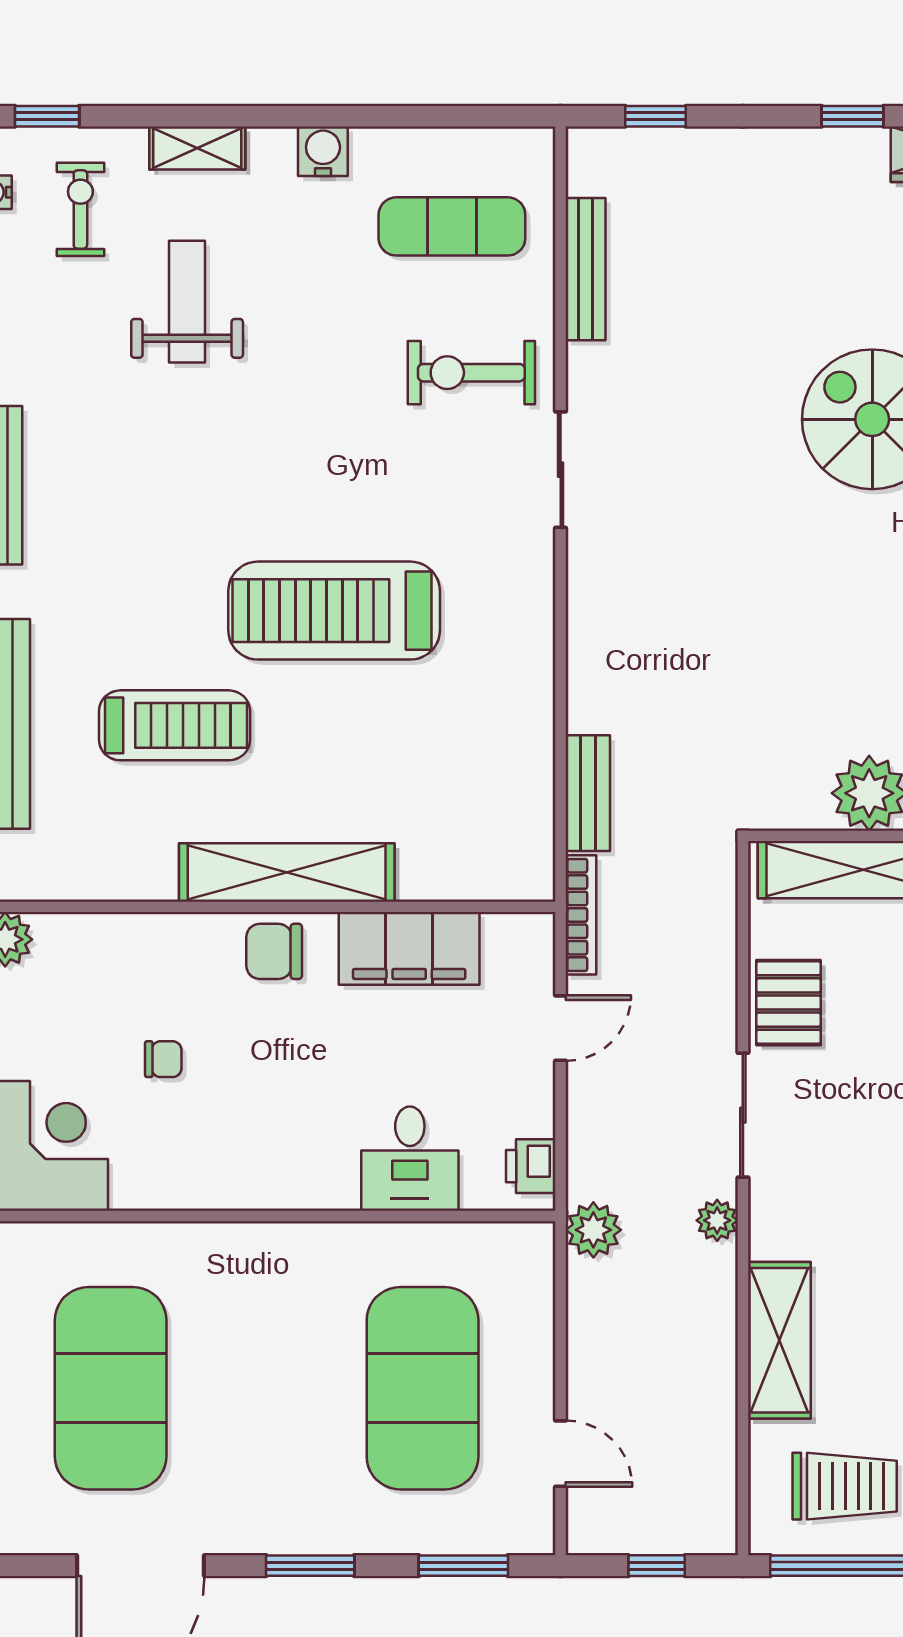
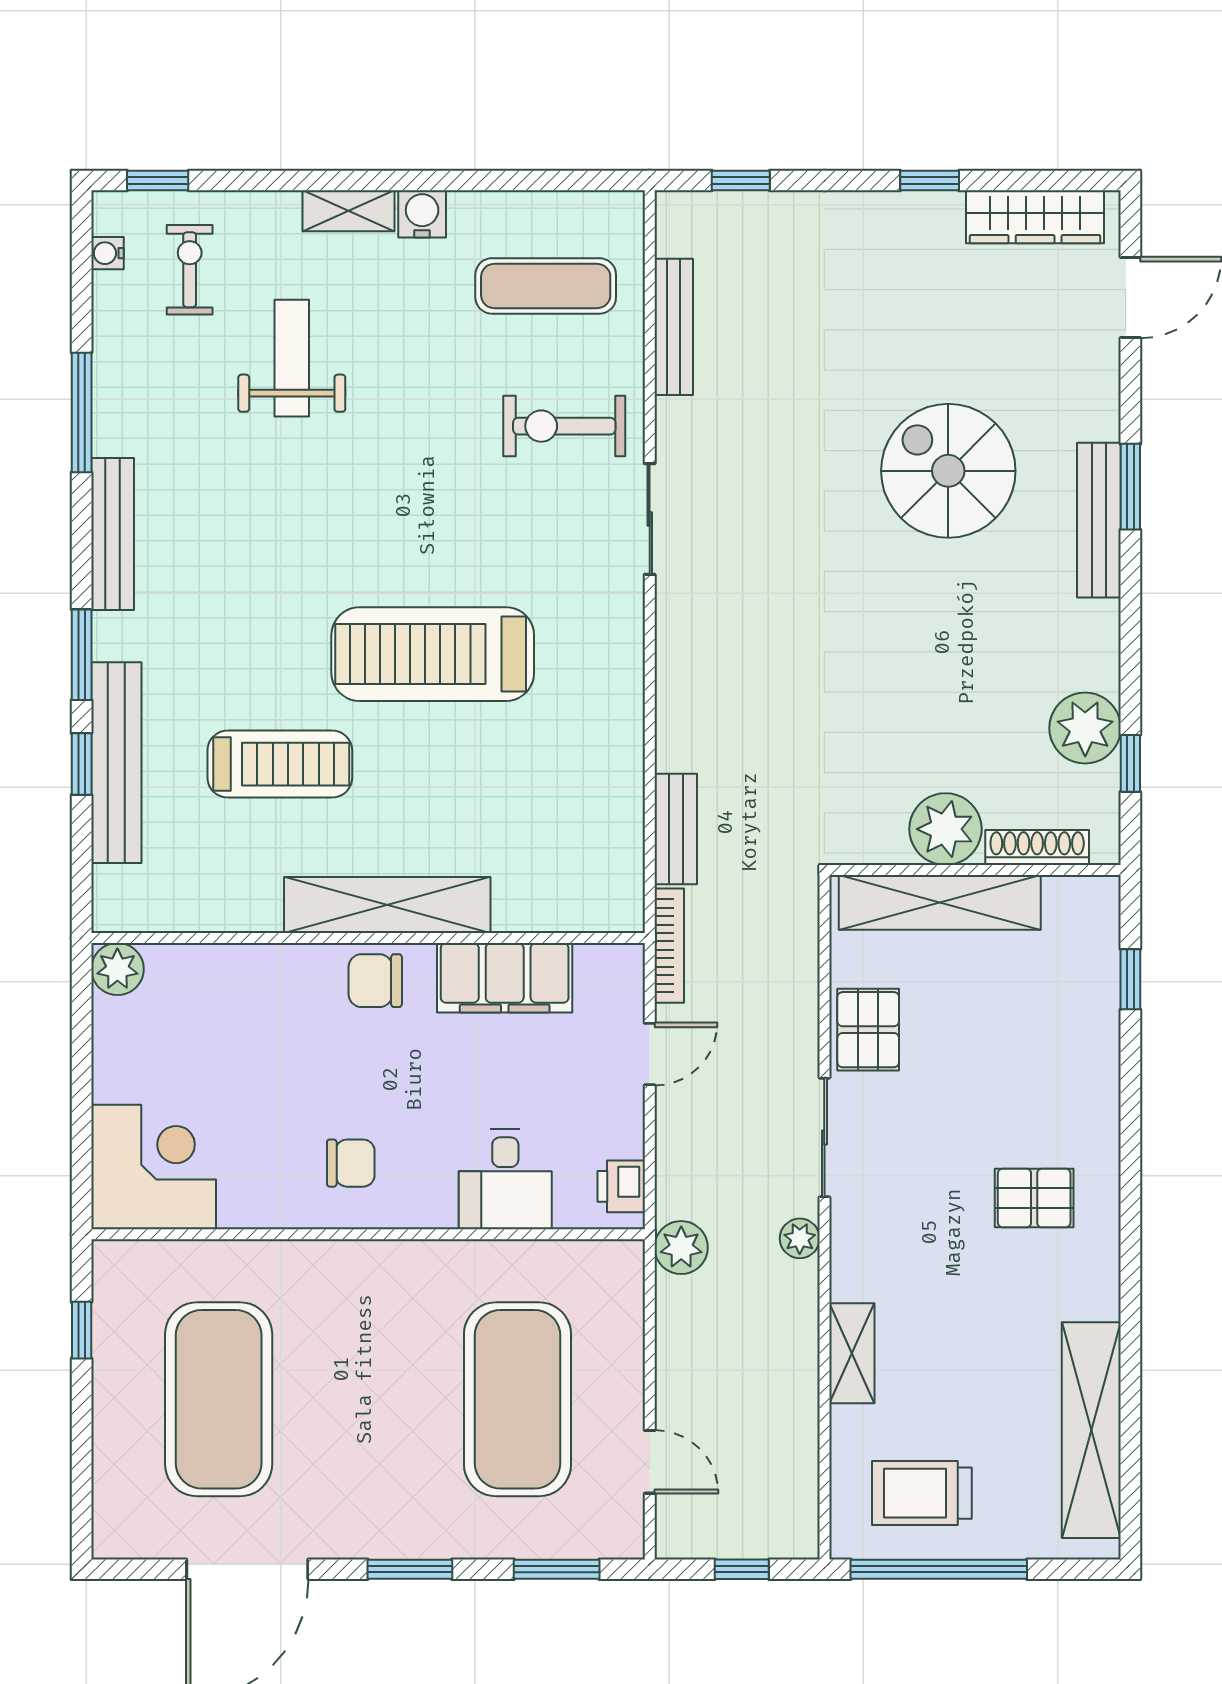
shelving: (197, 148) -> (349, 211), moved
chair: (163, 1059) -> (351, 1163), moved, width x1.37, depth x1.37
shelving: (779, 1340) -> (852, 1353), width x0.67, depth x0.75
trolley: (845, 1486) -> (922, 1493), turned 180

